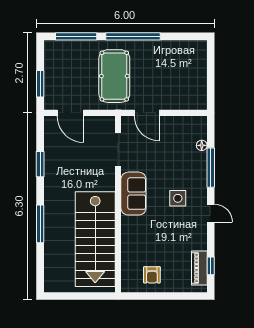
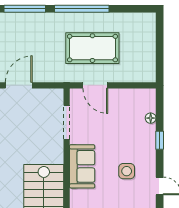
pool table: (114, 76) -> (92, 48), moved, turned 90
door: (70, 113) -> (19, 85), swing flipped
window: (211, 168) -> (160, 140), width x0.46

